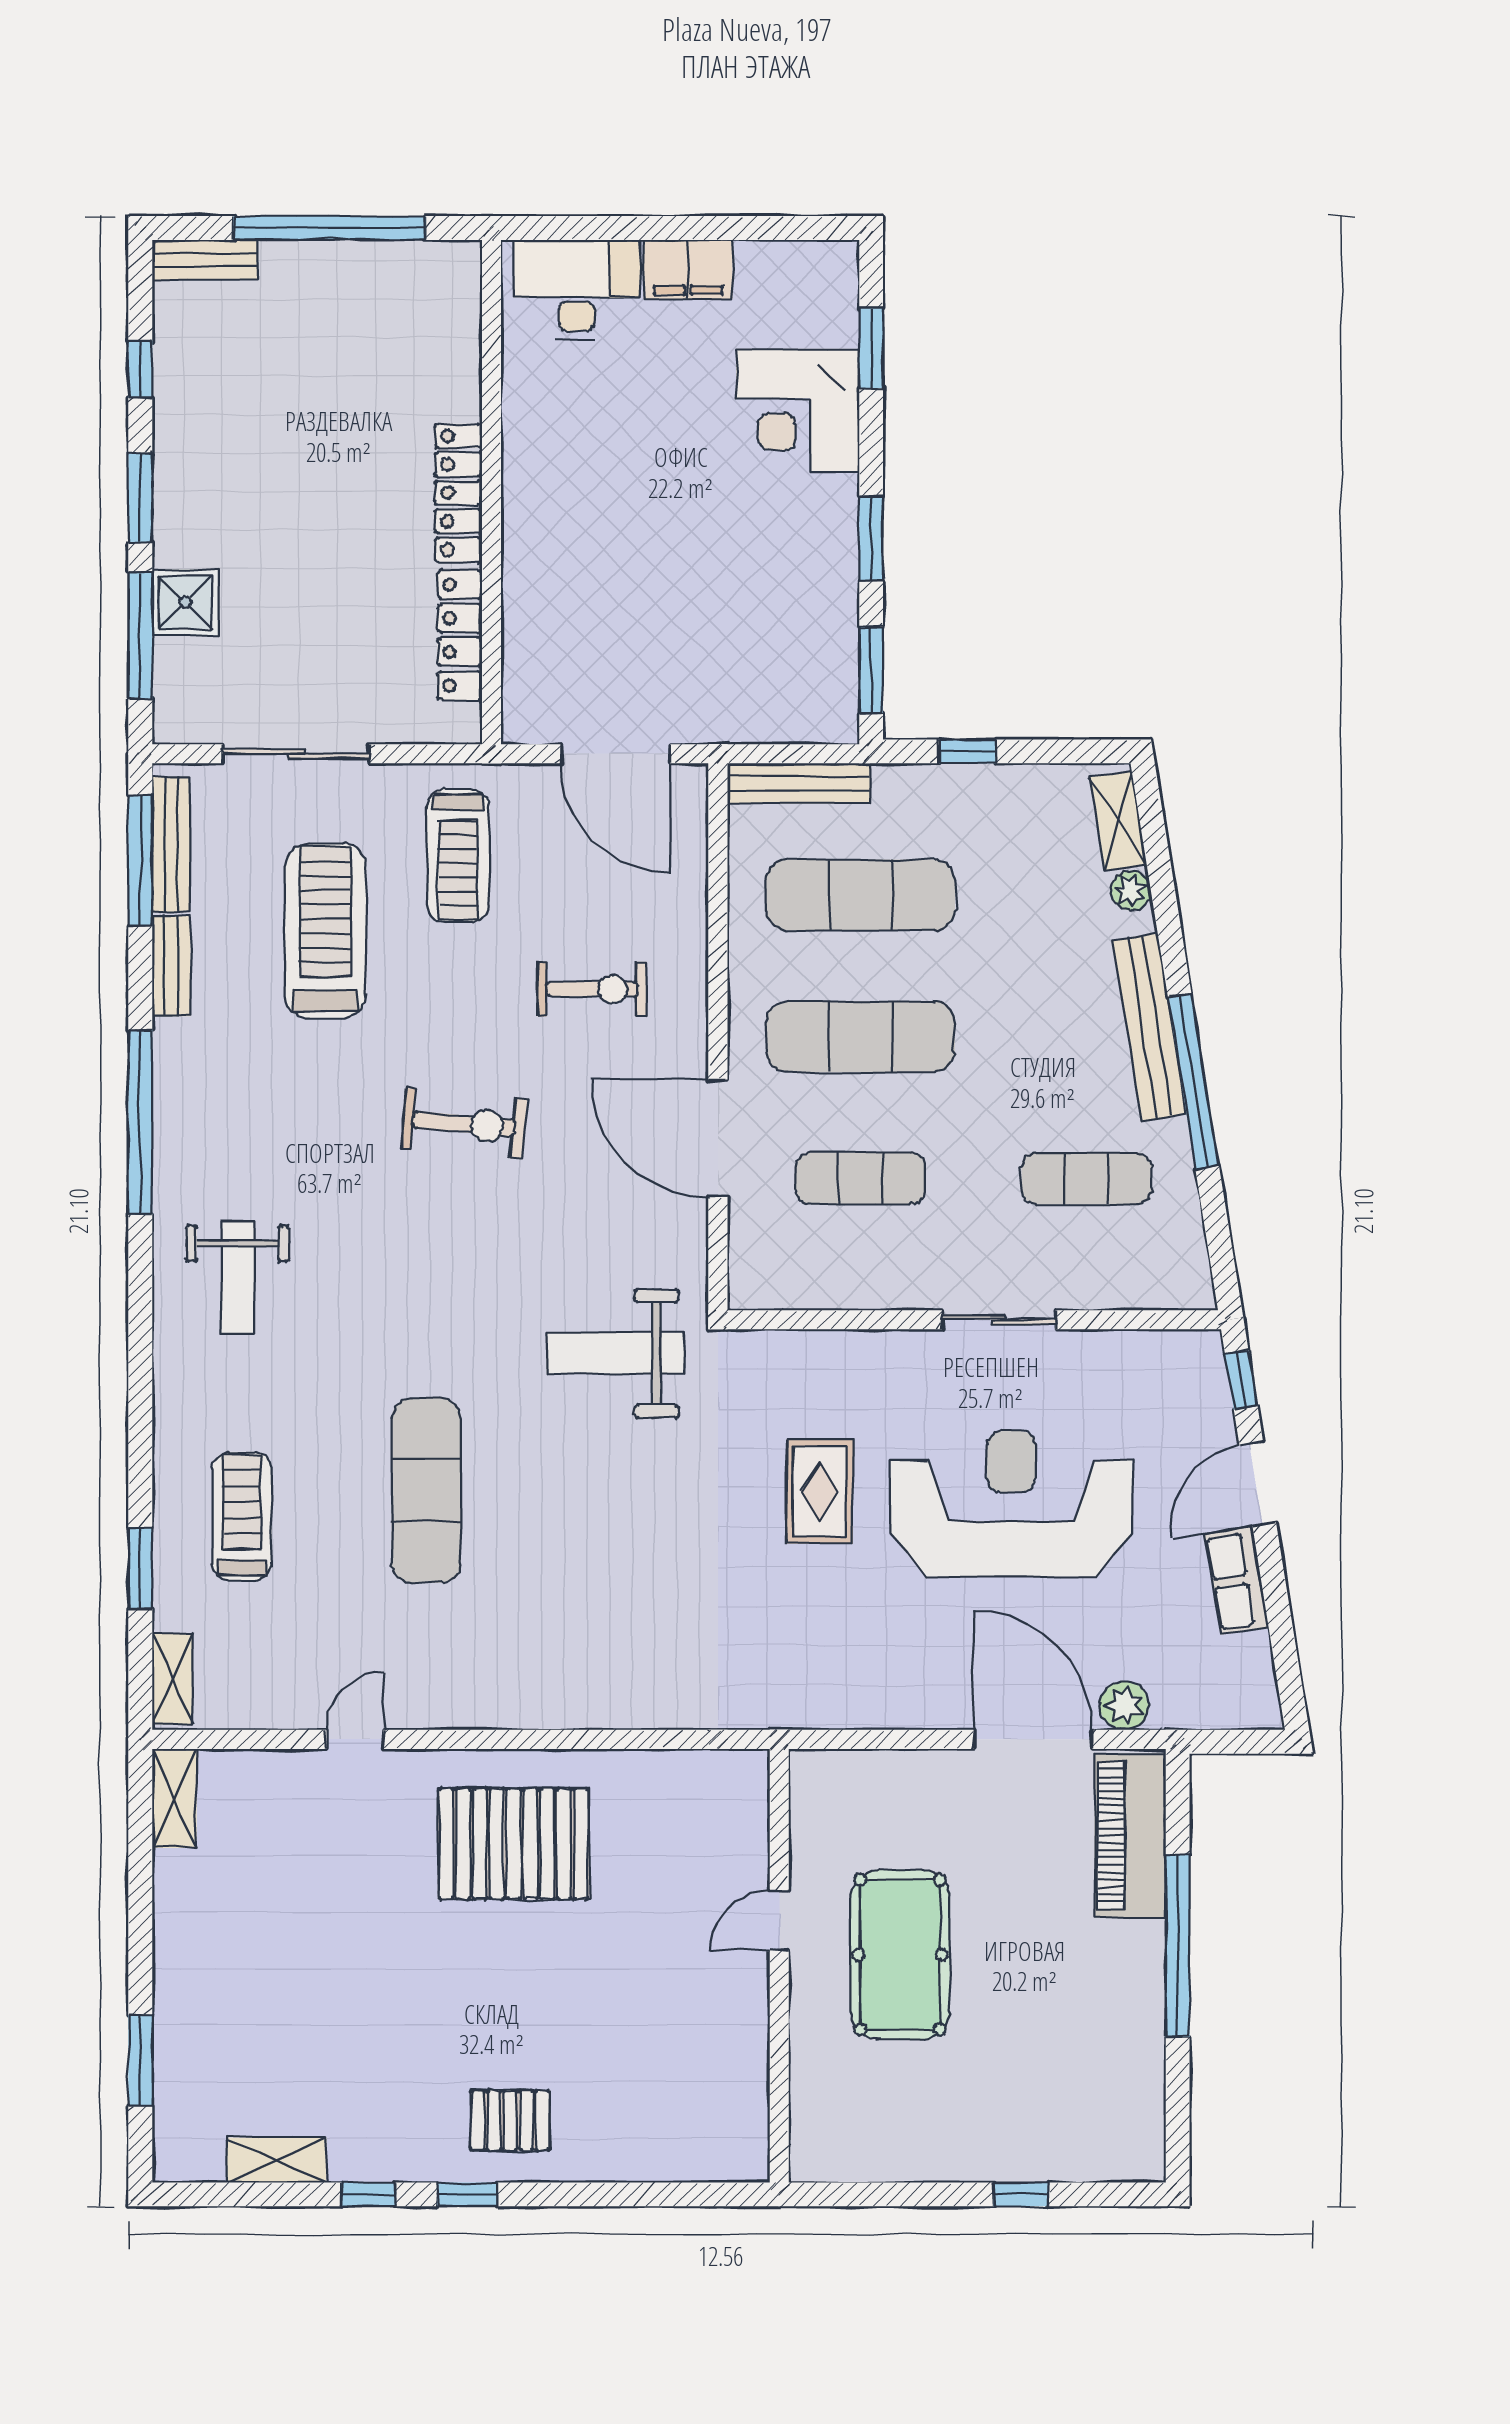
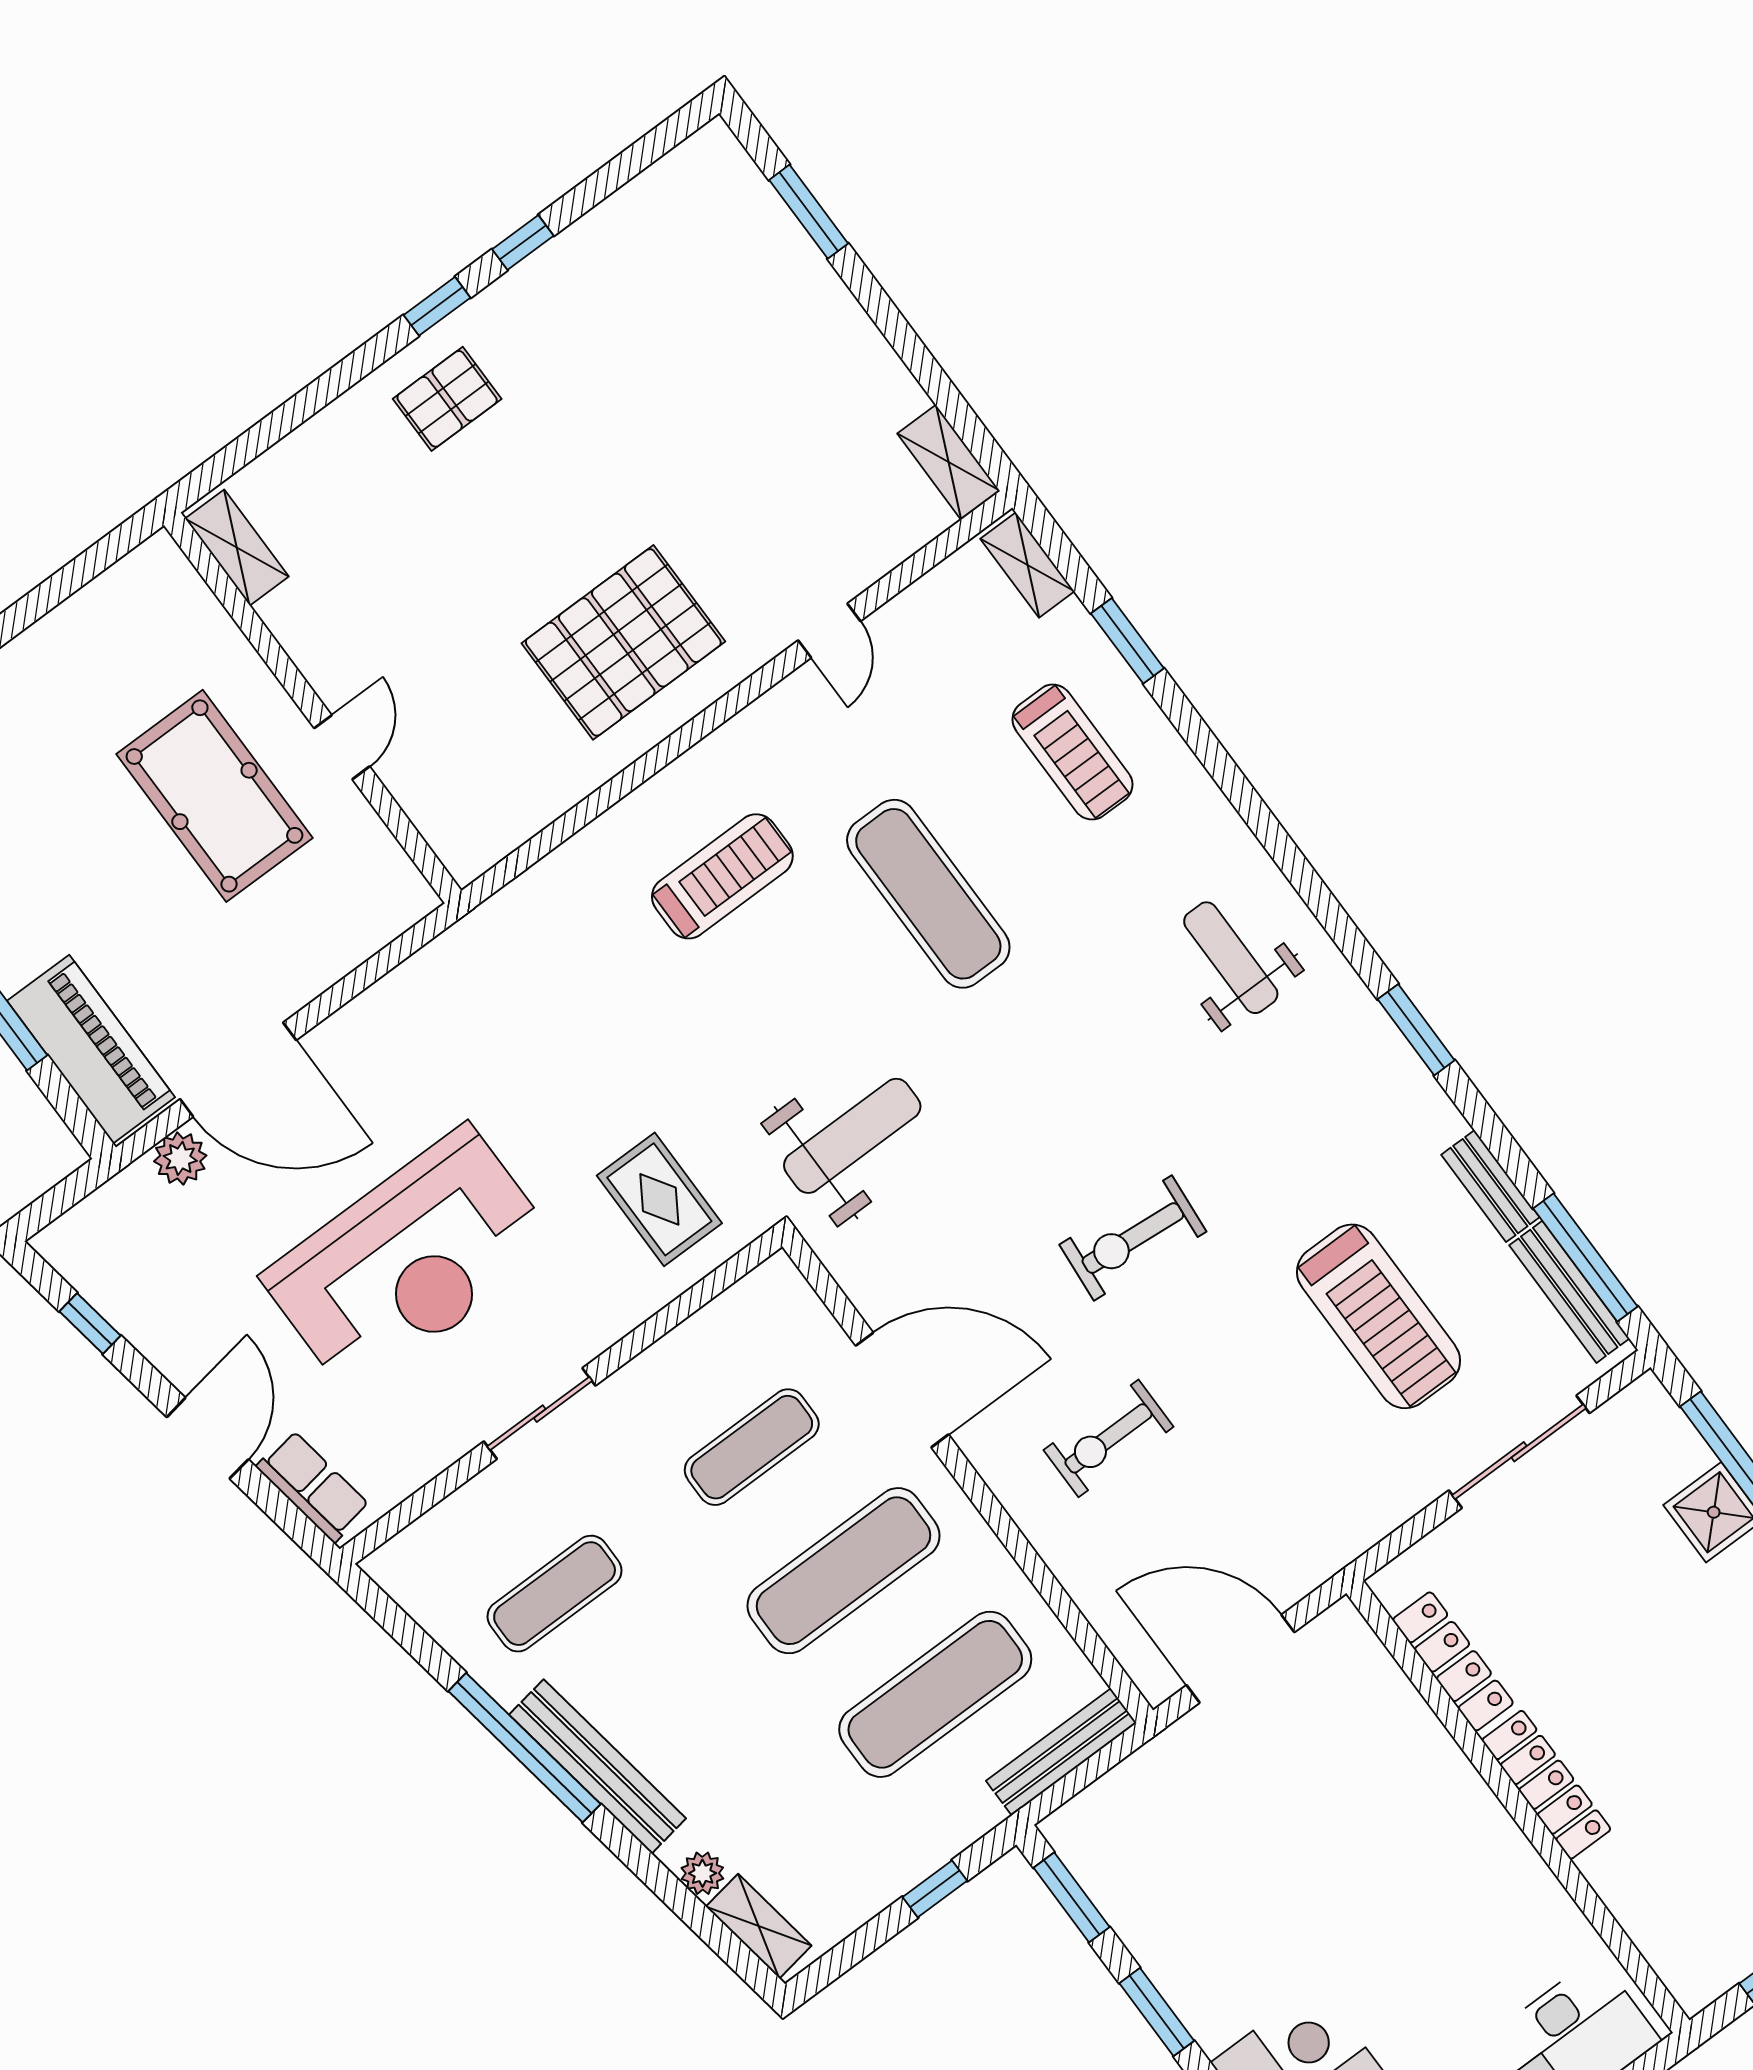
treadmill: (458, 856) -> (722, 876), moved, turned 90
window: (140, 1122) -> (1416, 1030), width x0.47
window: (1241, 1380) -> (90, 1323), moved
rug: (820, 1491) -> (659, 1199), moved
row of seats: (1237, 1581) -> (313, 1486), moved
shelving: (276, 2160) -> (237, 548), moved, turned 90

